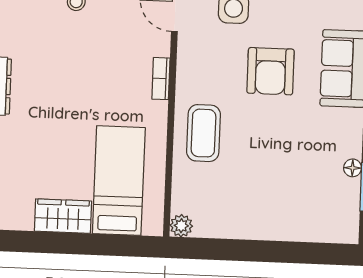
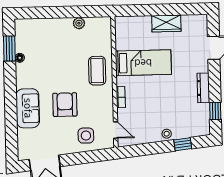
bed: (119, 181) -> (143, 63), moved, turned -90
plant: (181, 226) -> (79, 23), moved

